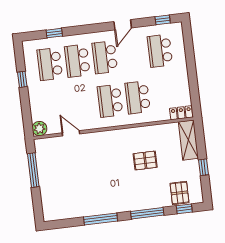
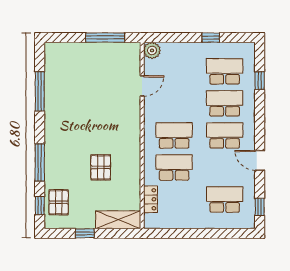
locker: (181, 113) -> (150, 199), moved
pallet: (179, 193) -> (59, 202), turned 90
window: (101, 219) -> (40, 91), moved

